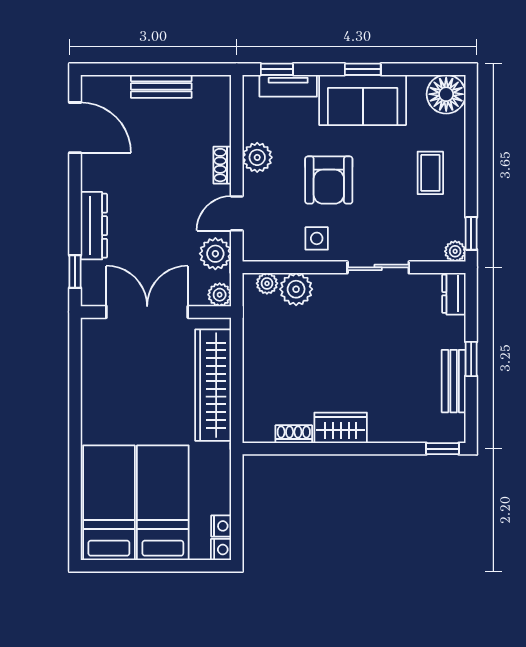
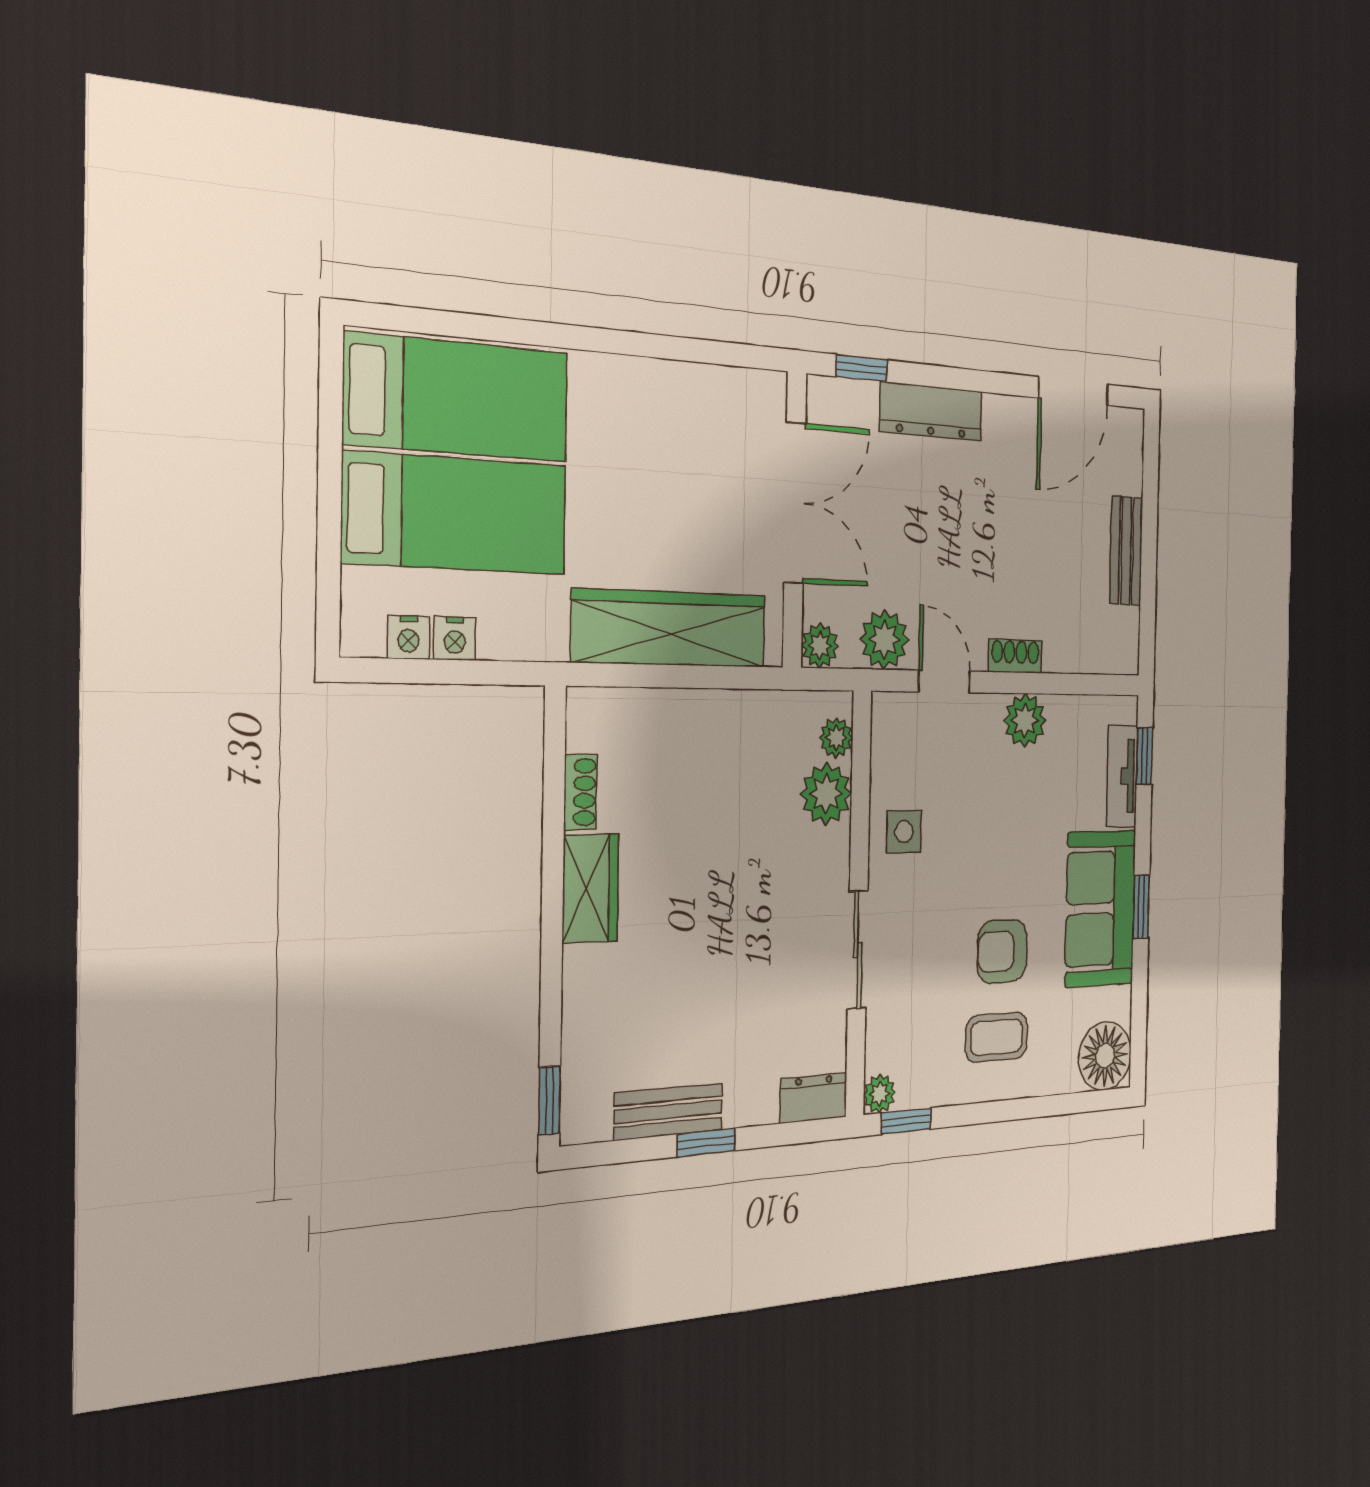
armchair: (329, 180) -> (1002, 951), moved, width x0.72, depth x0.72
nightstand: (221, 550) -> (455, 638), moved

